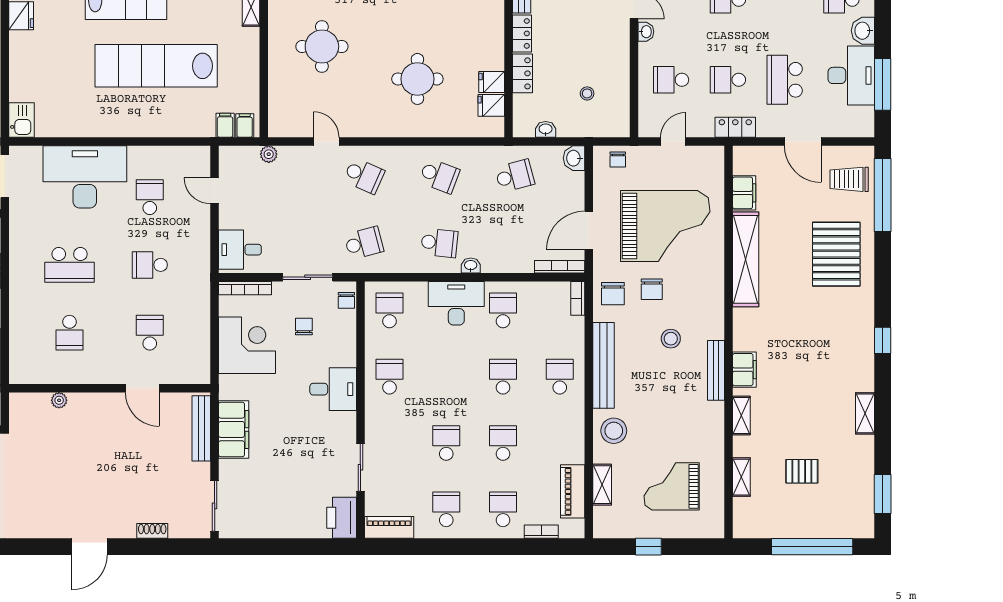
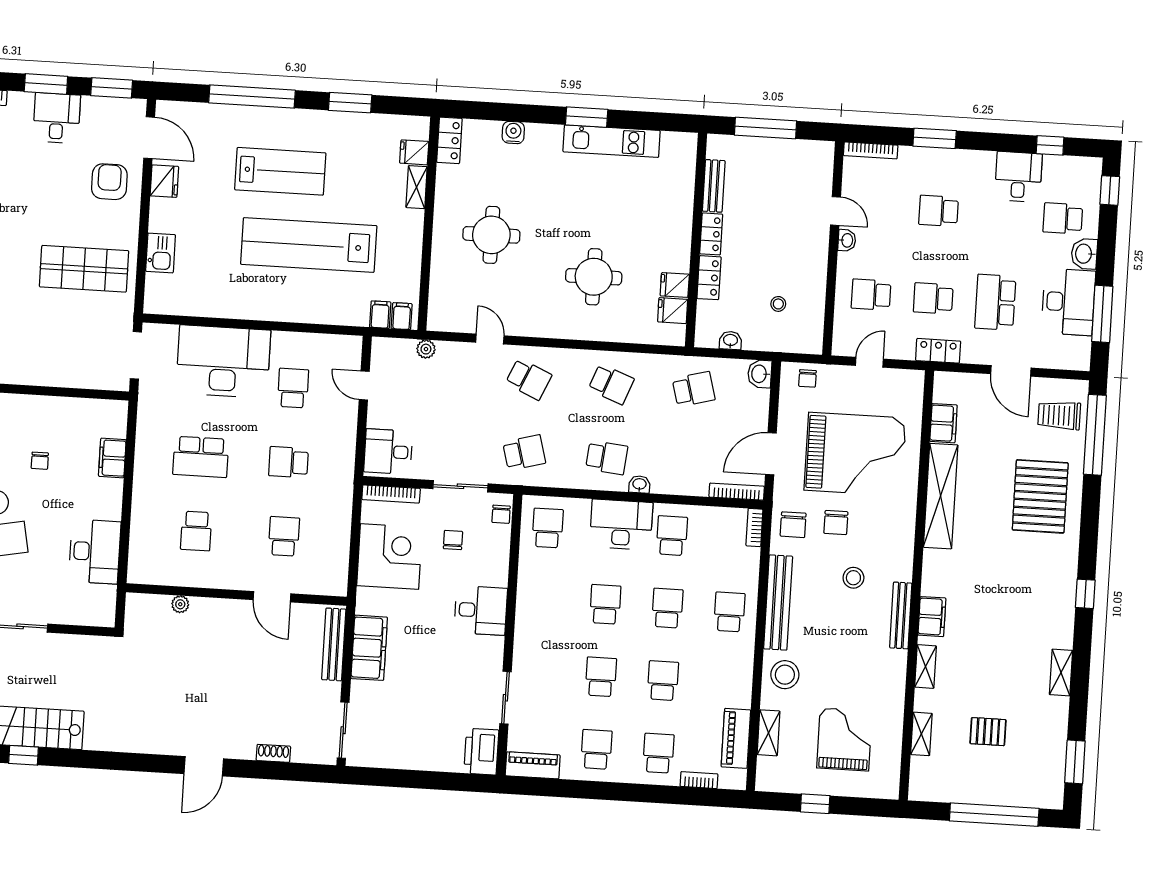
kitchen sink: (22, 120) -> (161, 253), moved
school desk: (389, 377) -> (605, 604), moved
grand piano: (672, 486) -> (844, 739), turned 90

